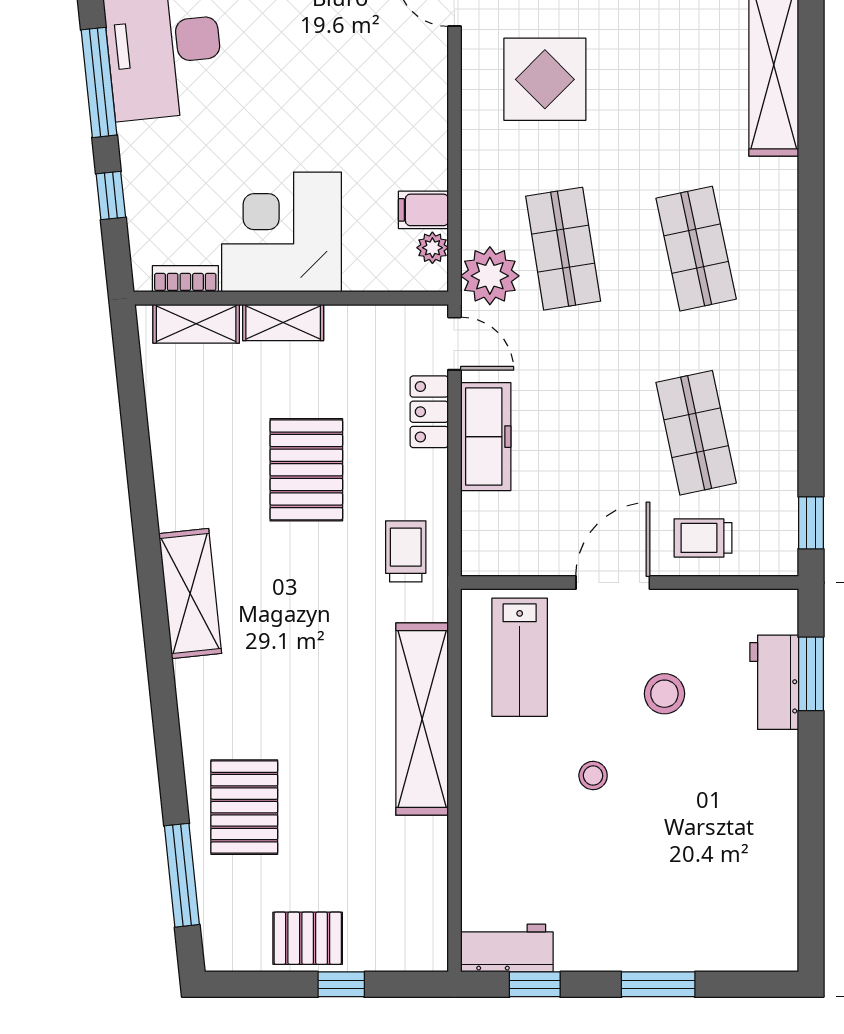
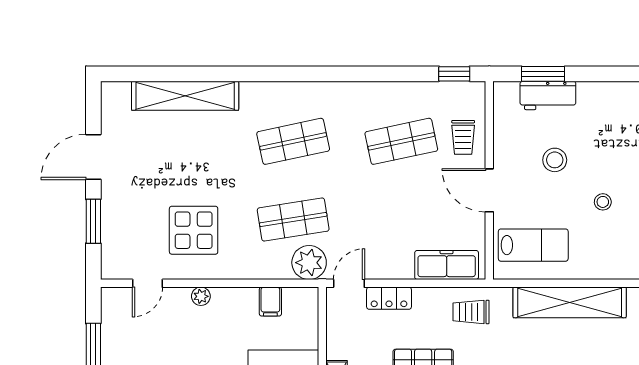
plant: (432, 248) -> (201, 296), moved
freezer: (486, 437) -> (447, 265), moved

